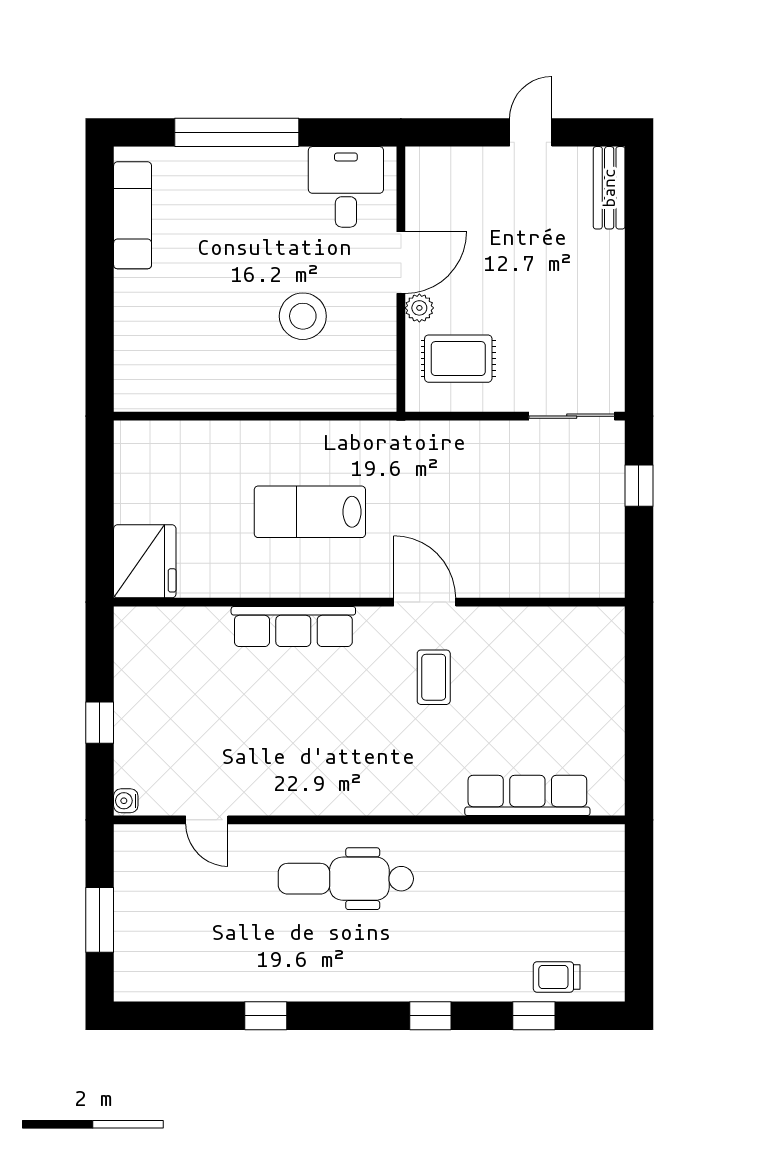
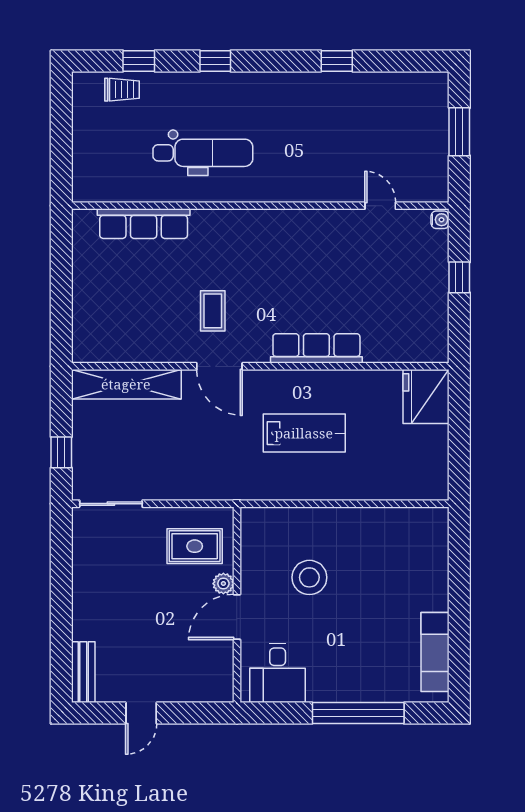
shelving: (551, 578) -> (126, 384), added
dental chair: (346, 879) -> (203, 153), moved

